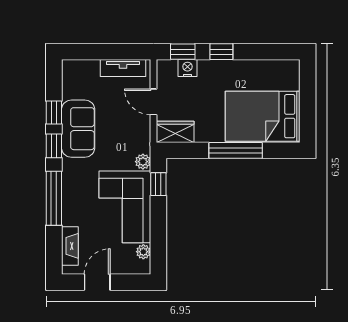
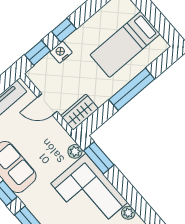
nightstand: (188, 68) -> (61, 52), moved
bed: (263, 116) -> (125, 44), width x0.67
window: (158, 184) -> (99, 158), width x1.50

